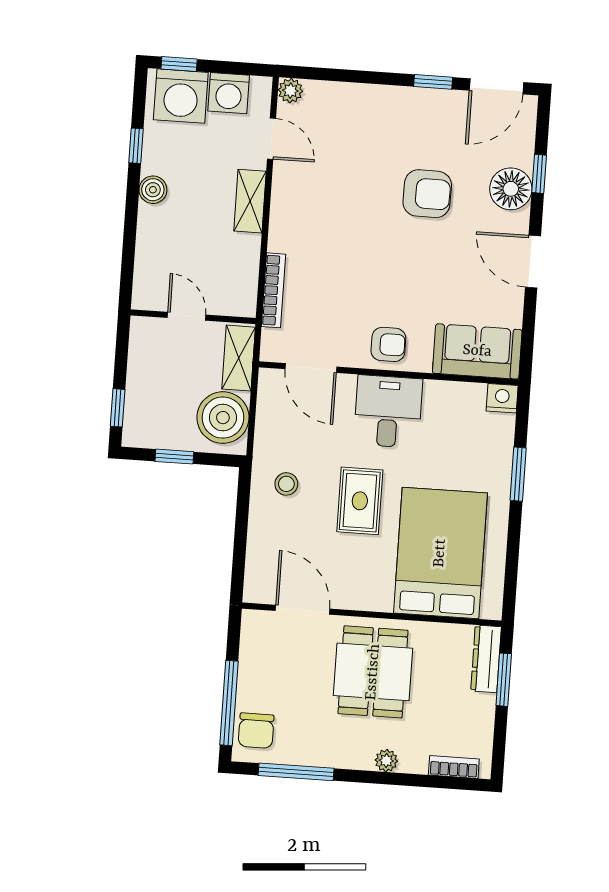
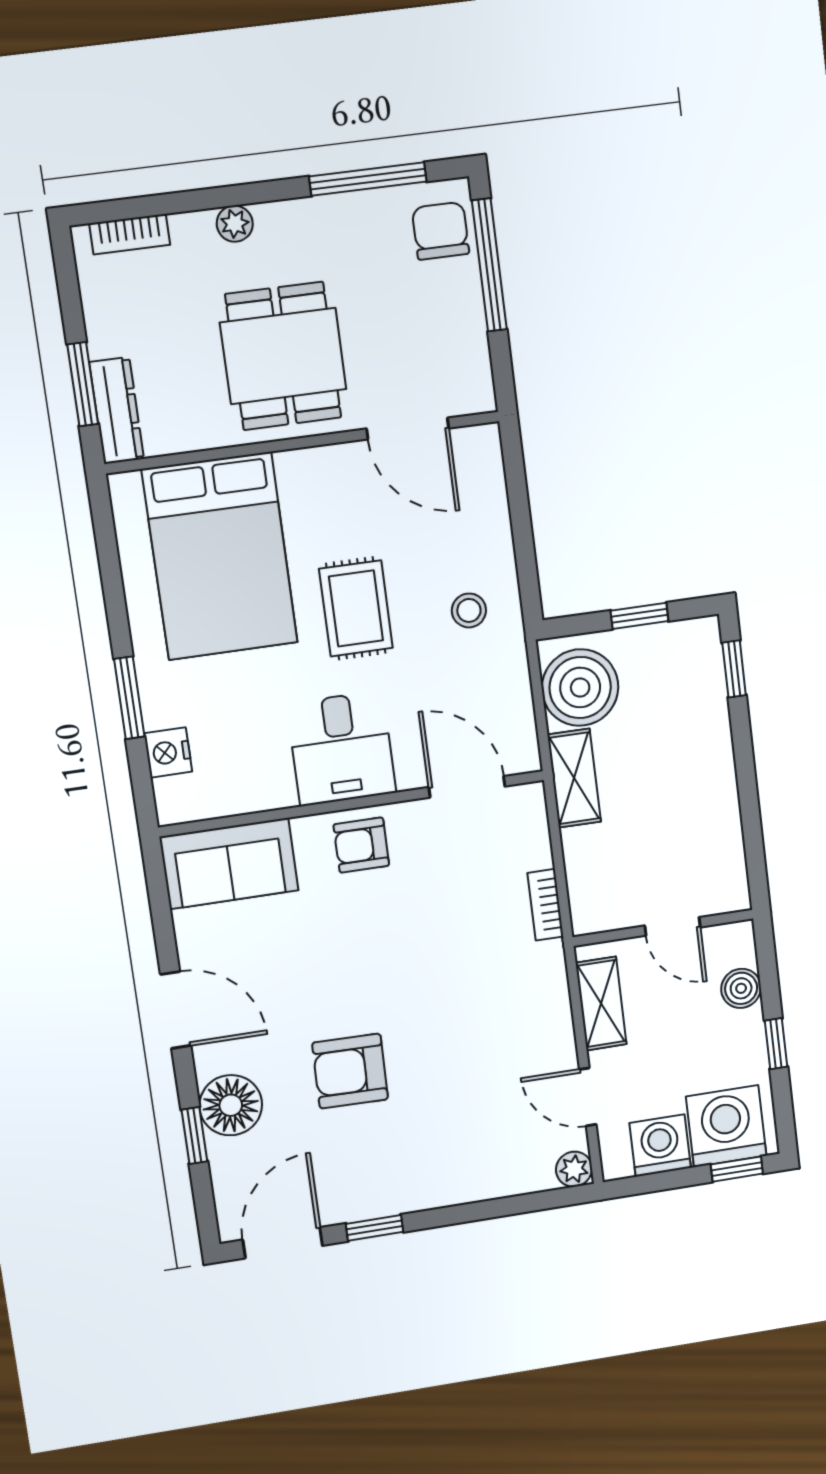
bookcase: (273, 290) -> (545, 905), width x0.64
door: (187, 316) -> (672, 926), moved
wall: (193, 317) -> (663, 928), moved
nightstand: (502, 398) -> (168, 752), moved, turned 90

